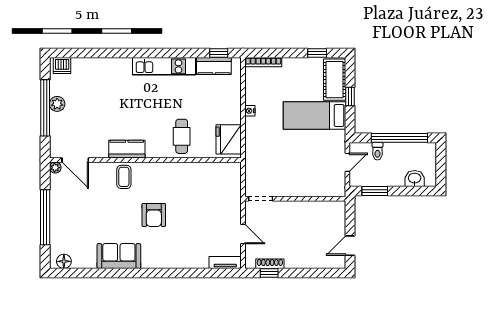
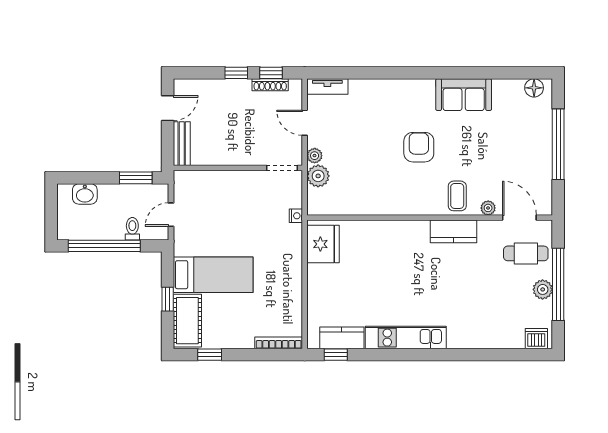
nightstand: (250, 111) -> (296, 216), moved
cafe table: (182, 136) -> (526, 253), moved, turned 90
plant: (55, 168) -> (488, 208), moved
plant: (232, 193) -> (318, 176), added
plant: (235, 208) -> (315, 156), added
bench: (339, 218) -> (182, 144), added
window: (296, 273) -> (236, 73), added

